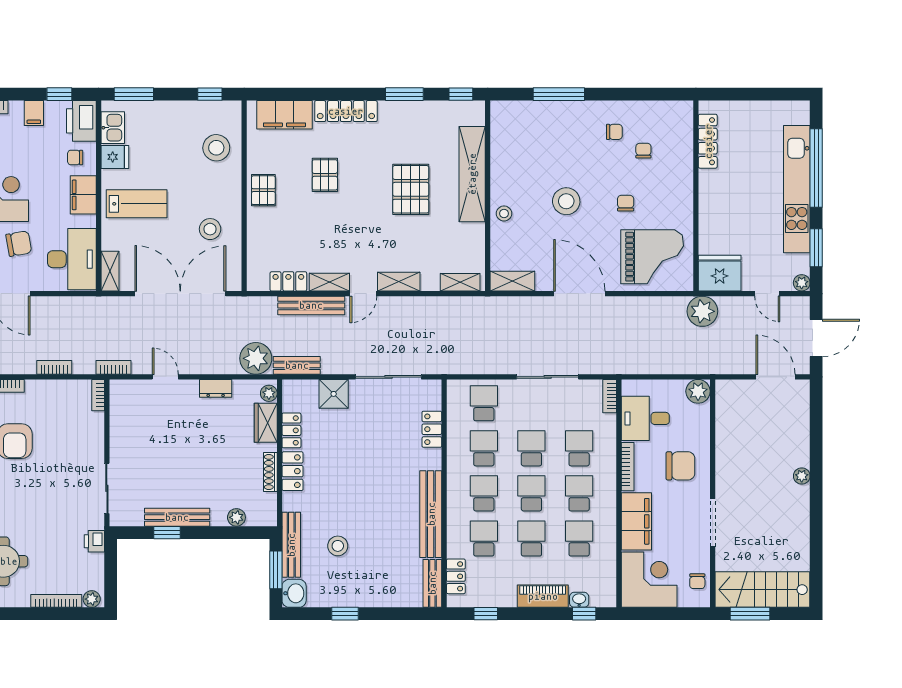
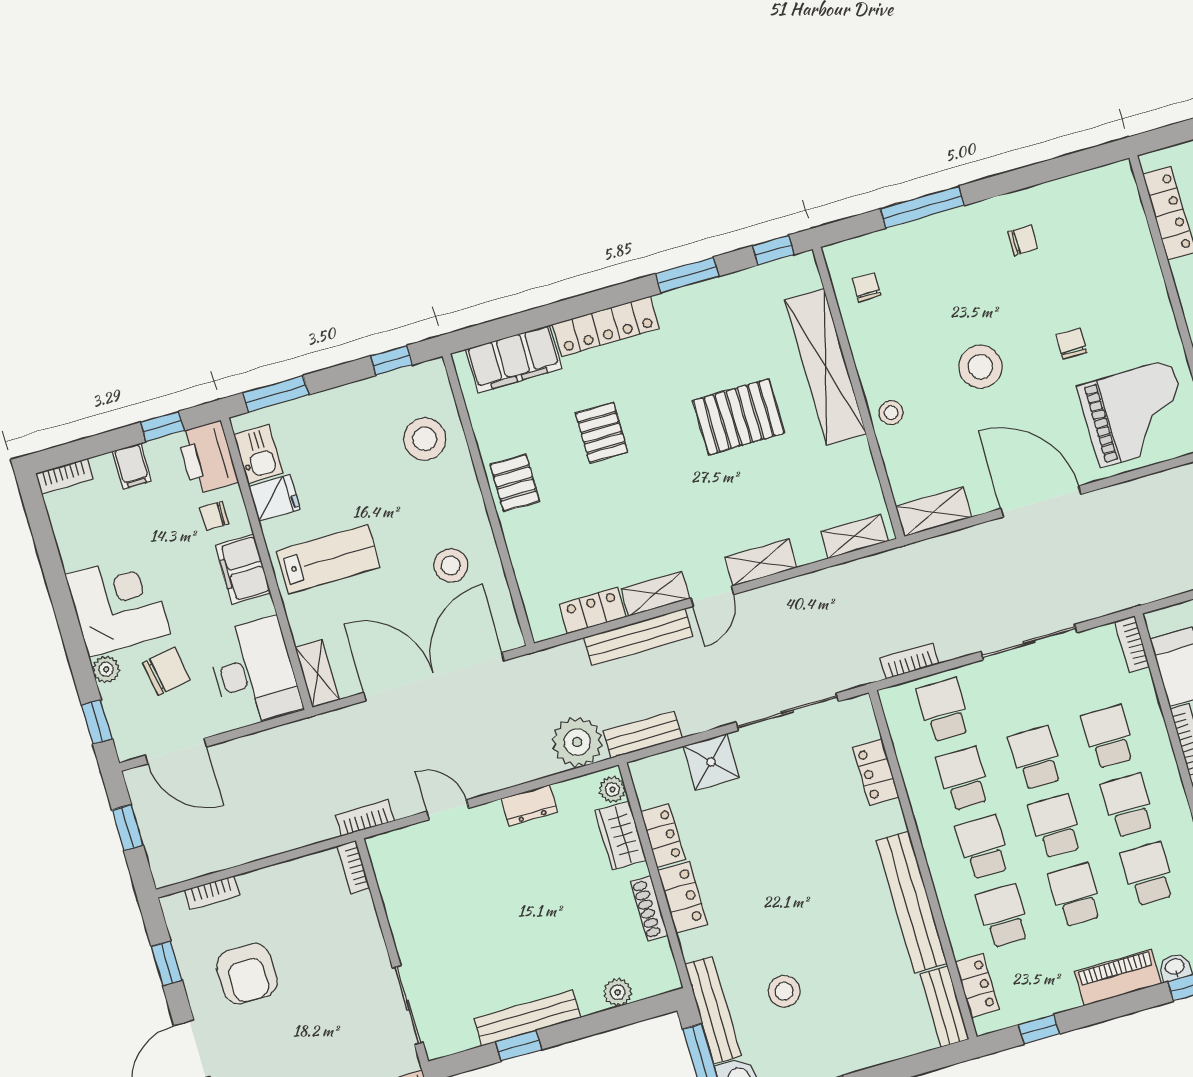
chair: (643, 151) -> (866, 287), moved
pallet: (411, 189) -> (739, 417), turned 90
bookcase: (54, 367) -> (909, 661), moved

